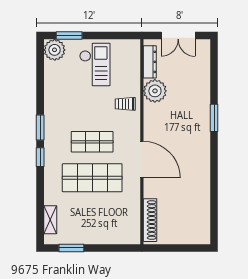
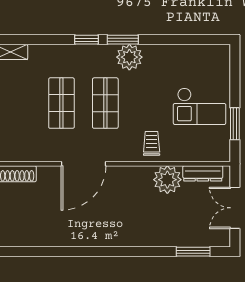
window: (69, 36) -> (235, 124), moved
plant: (55, 50) -> (129, 57), moved
window: (214, 118) -> (193, 252), moved
shop shelf: (92, 178) -> (61, 103), width x0.70, depth x0.74

